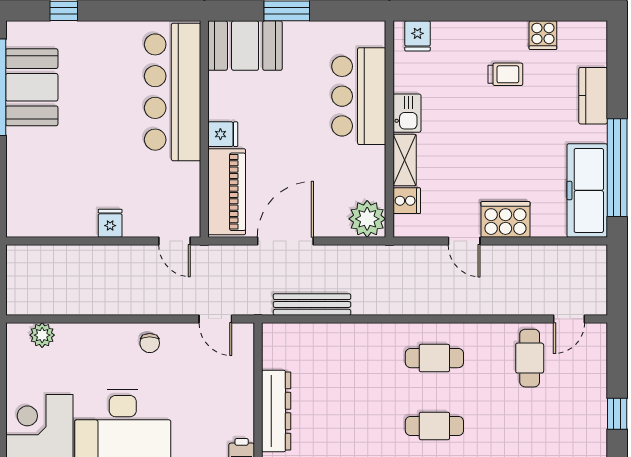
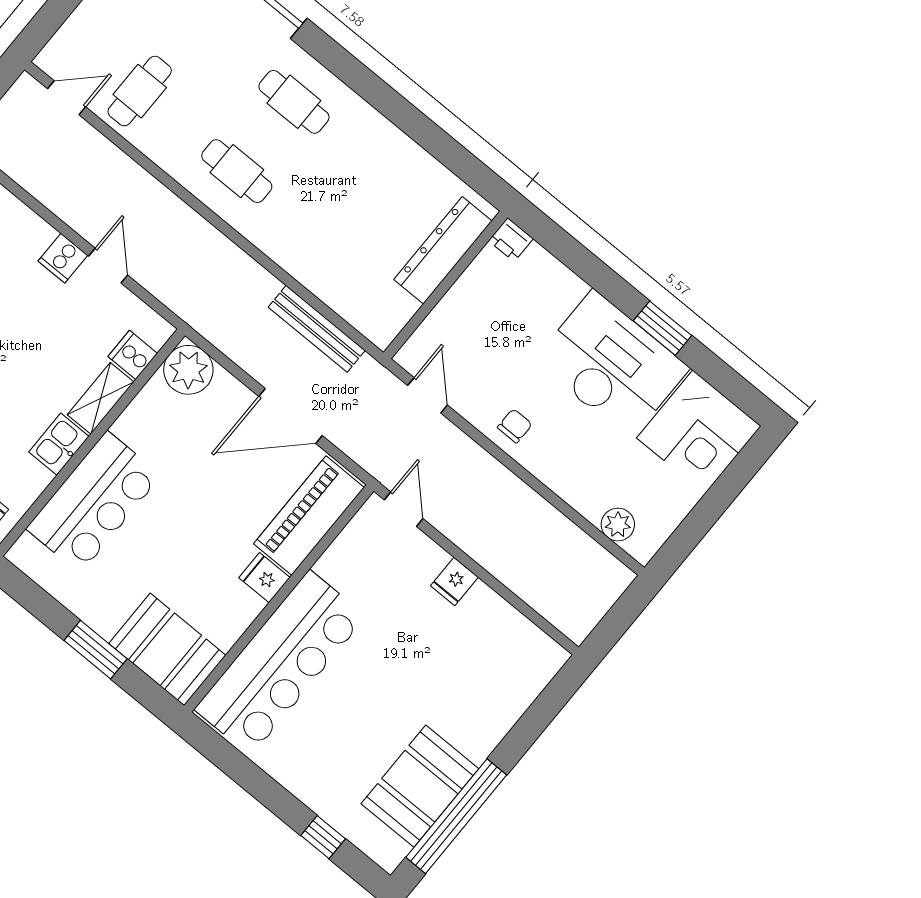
cooker: (505, 219) -> (63, 258), width x0.53, depth x0.76

